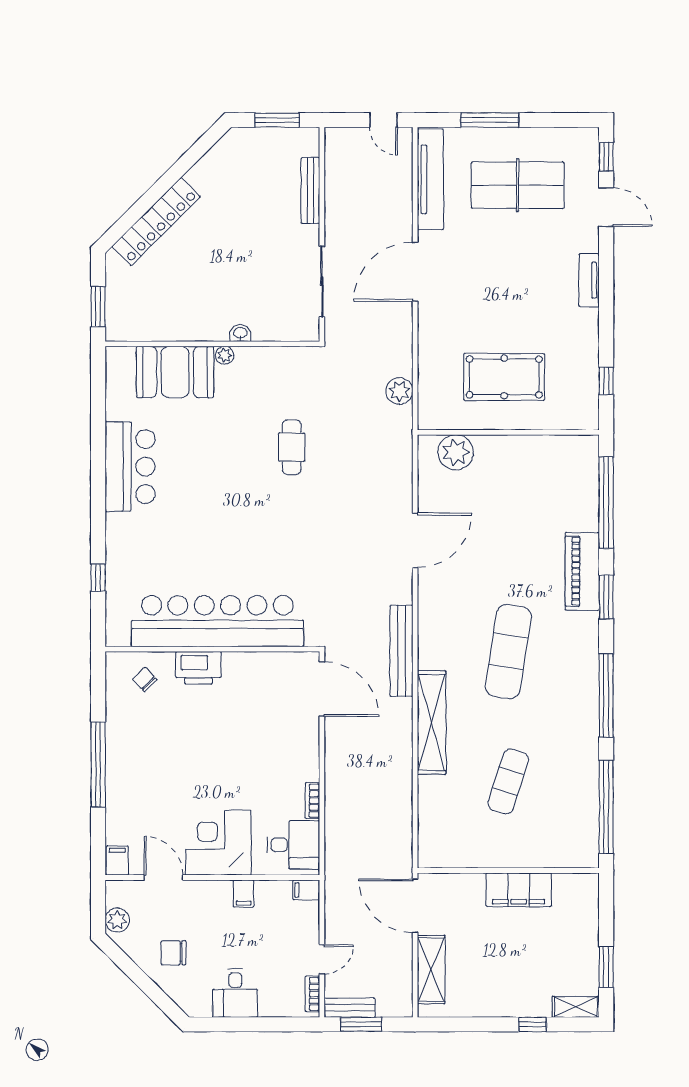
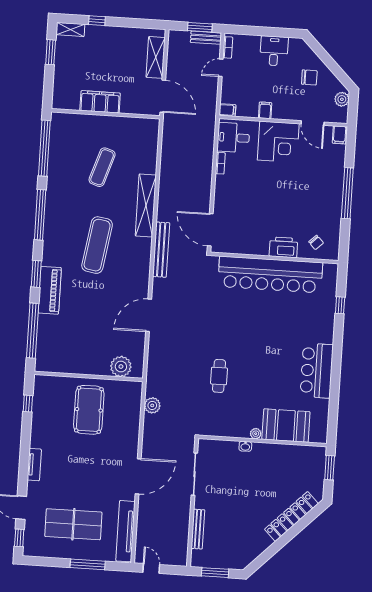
pool table: (504, 377) -> (89, 410), turned 90

